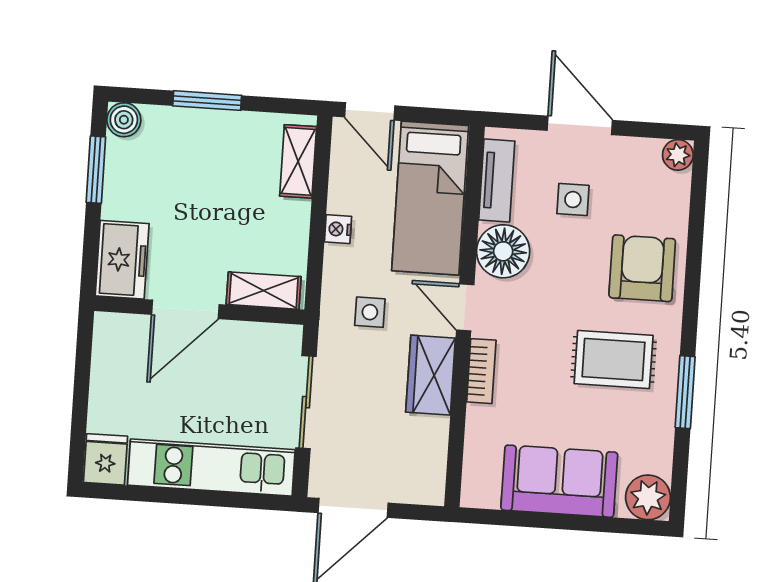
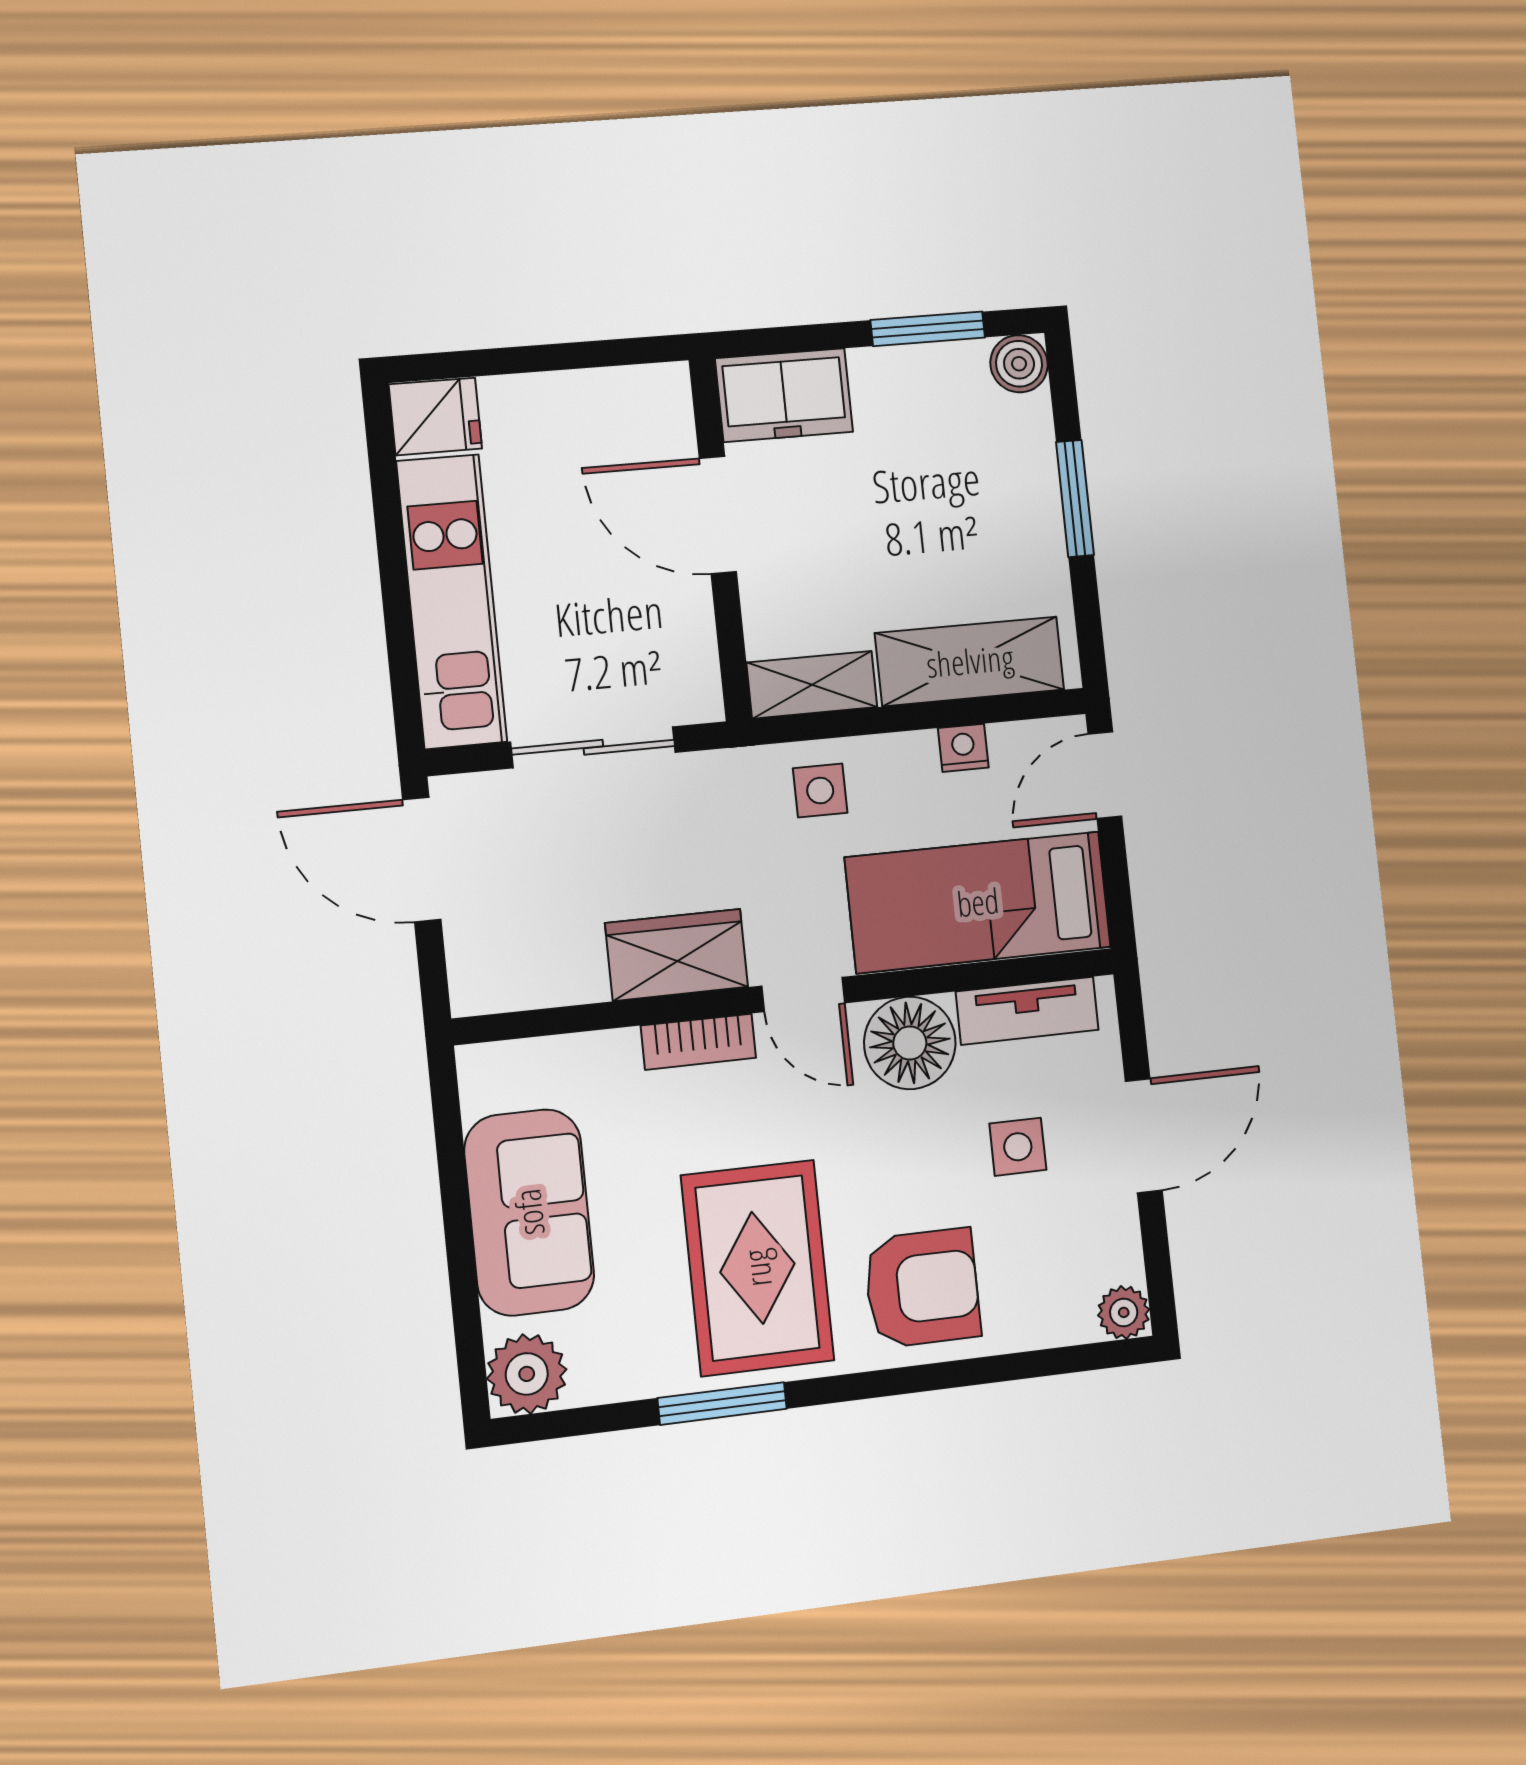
shelving: (298, 161) -> (970, 661), width x1.50, depth x1.33
nightstand: (338, 229) -> (963, 748), moved
shelving: (264, 291) -> (812, 685), moved, turned 90
door: (465, 307) -> (803, 994), swing flipped
side table: (370, 312) -> (820, 791), moved
rug: (614, 359) -> (757, 1268), width x1.36, depth x1.43

